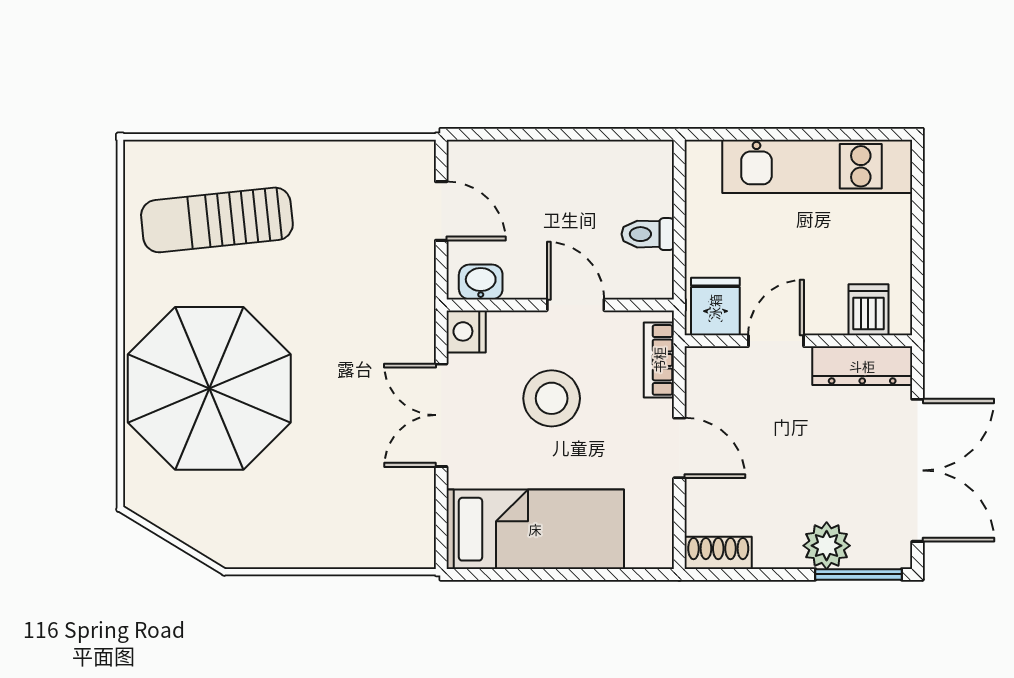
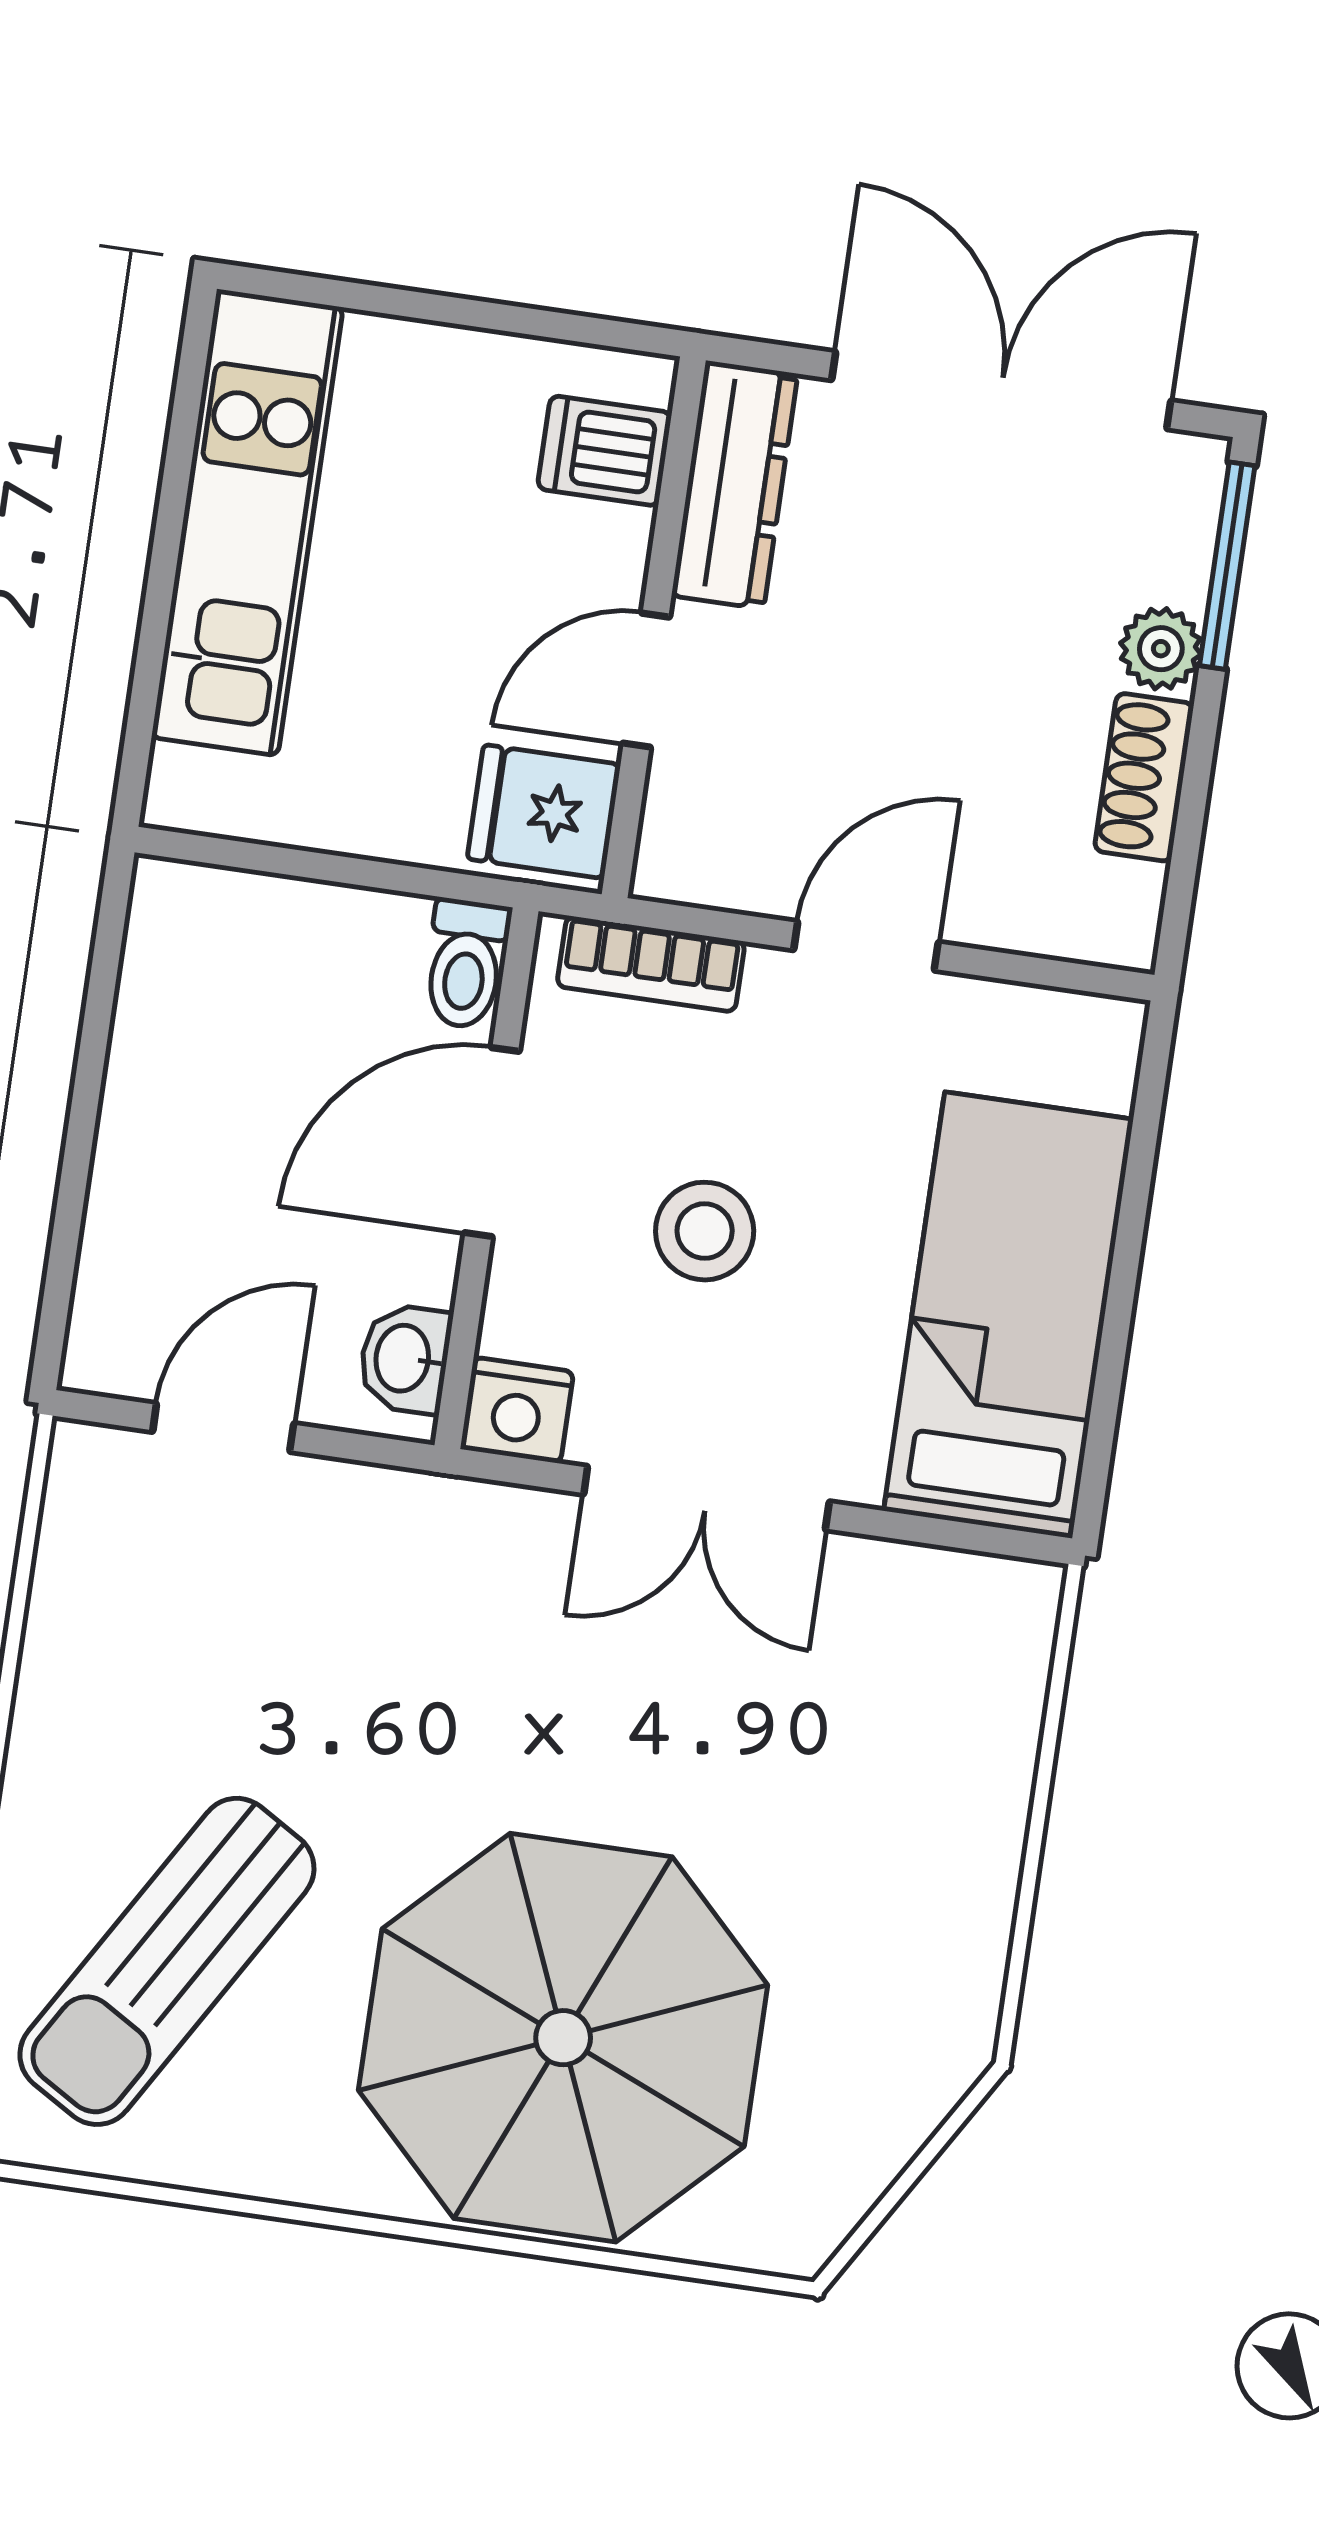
sun lounger: (217, 220) -> (167, 1961), turned 37
toilet: (648, 234) -> (466, 964), moved
door: (576, 305) -> (492, 1142), width x1.38
door: (776, 341) -> (646, 680), hinge flipped
stool: (552, 398) -> (705, 1231), width x0.73, depth x0.73
plant: (827, 546) -> (1161, 649), width x0.73, depth x0.73
shoe rack: (718, 553) -> (1144, 777), moved

